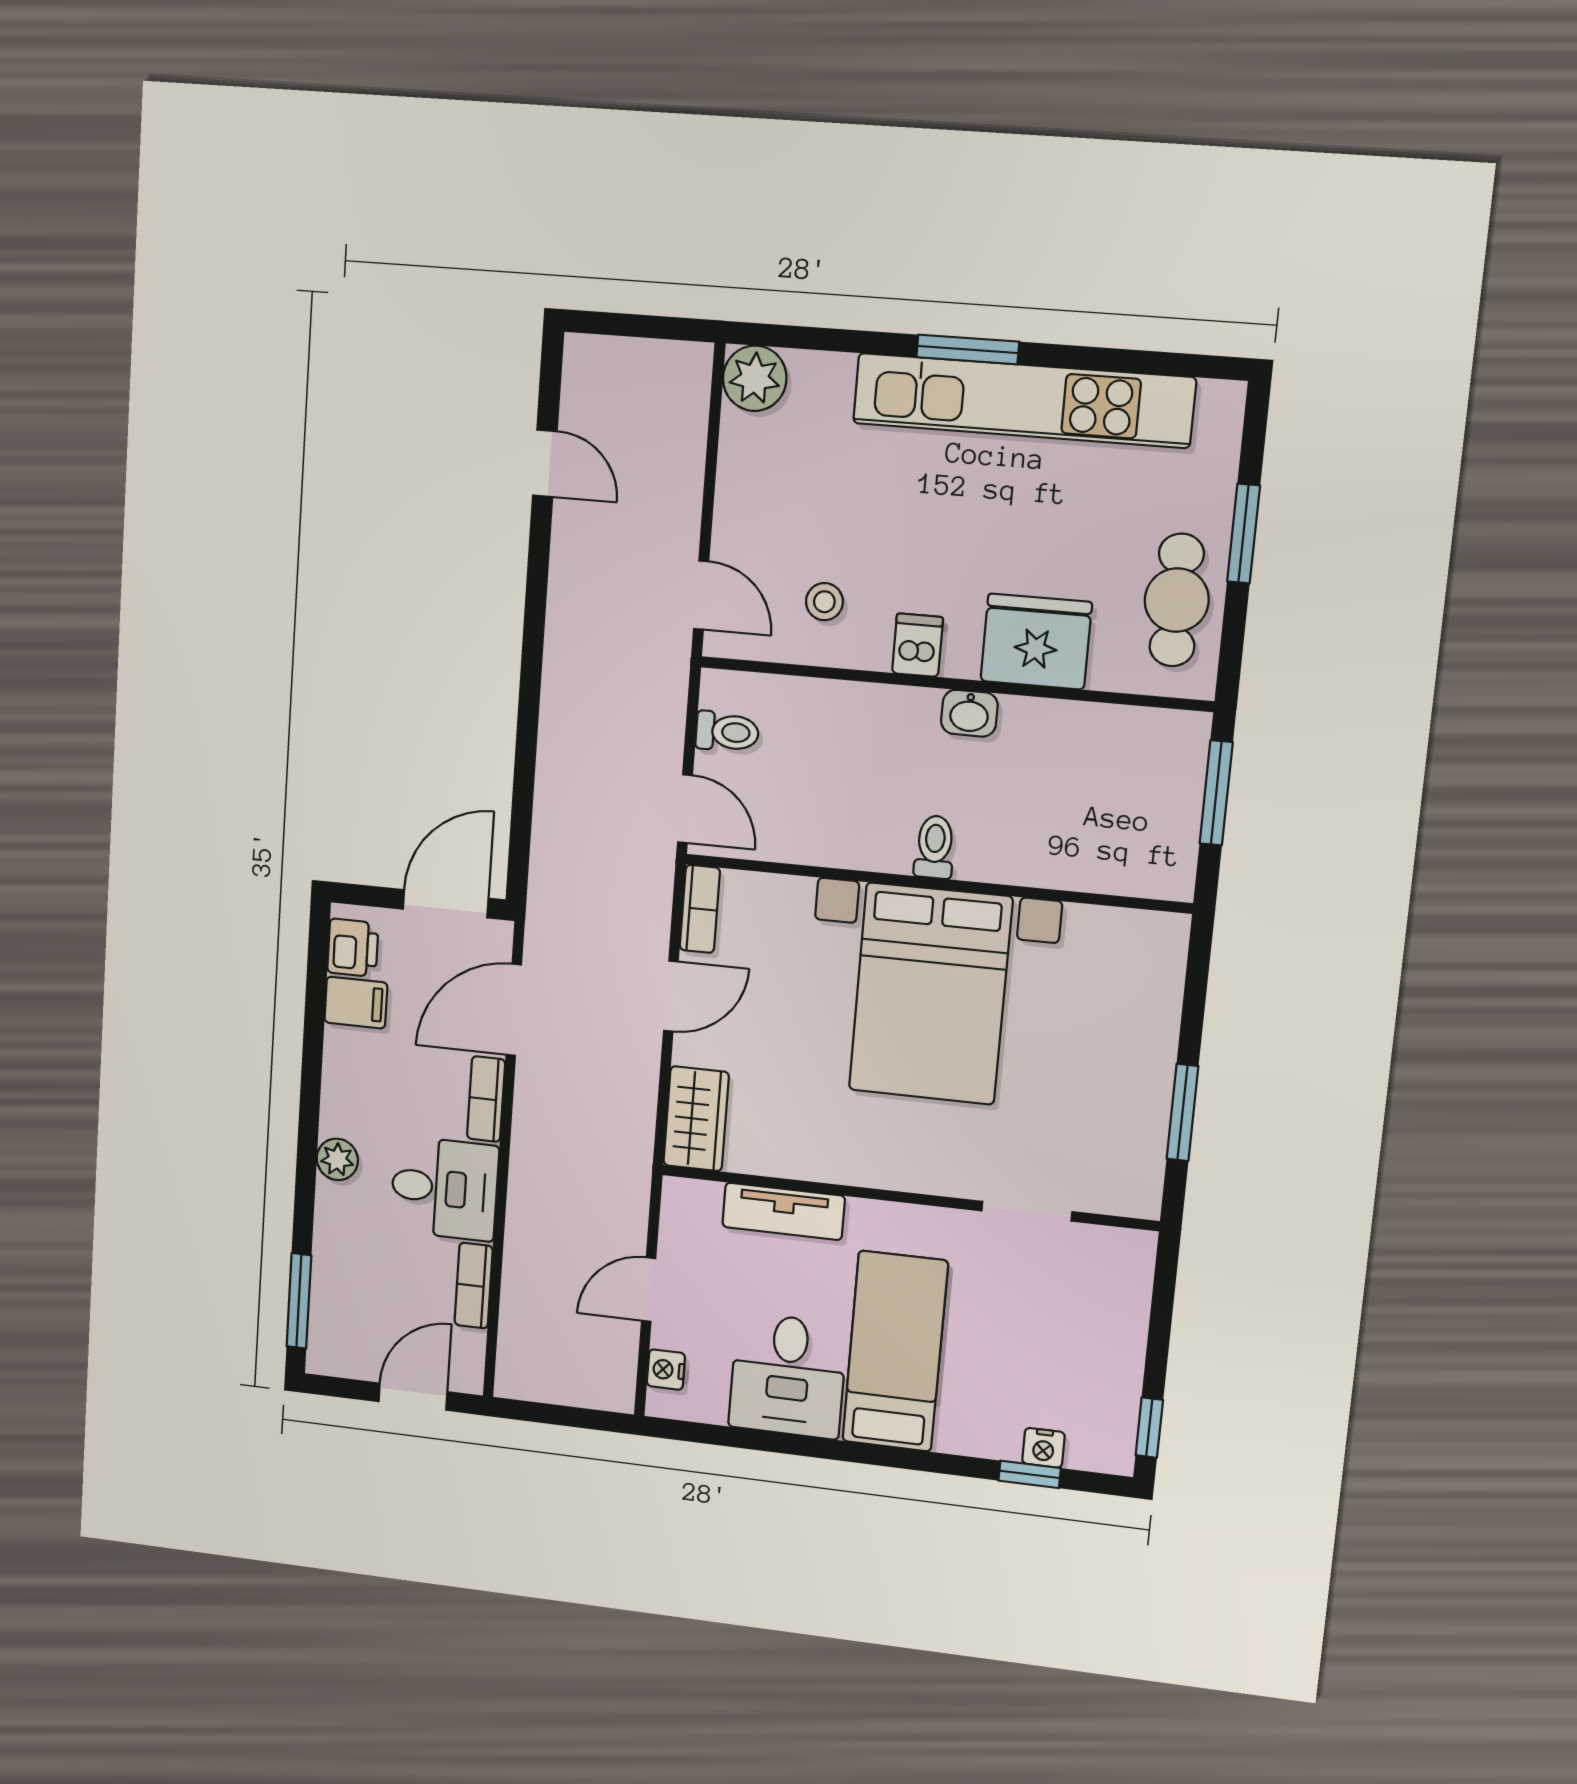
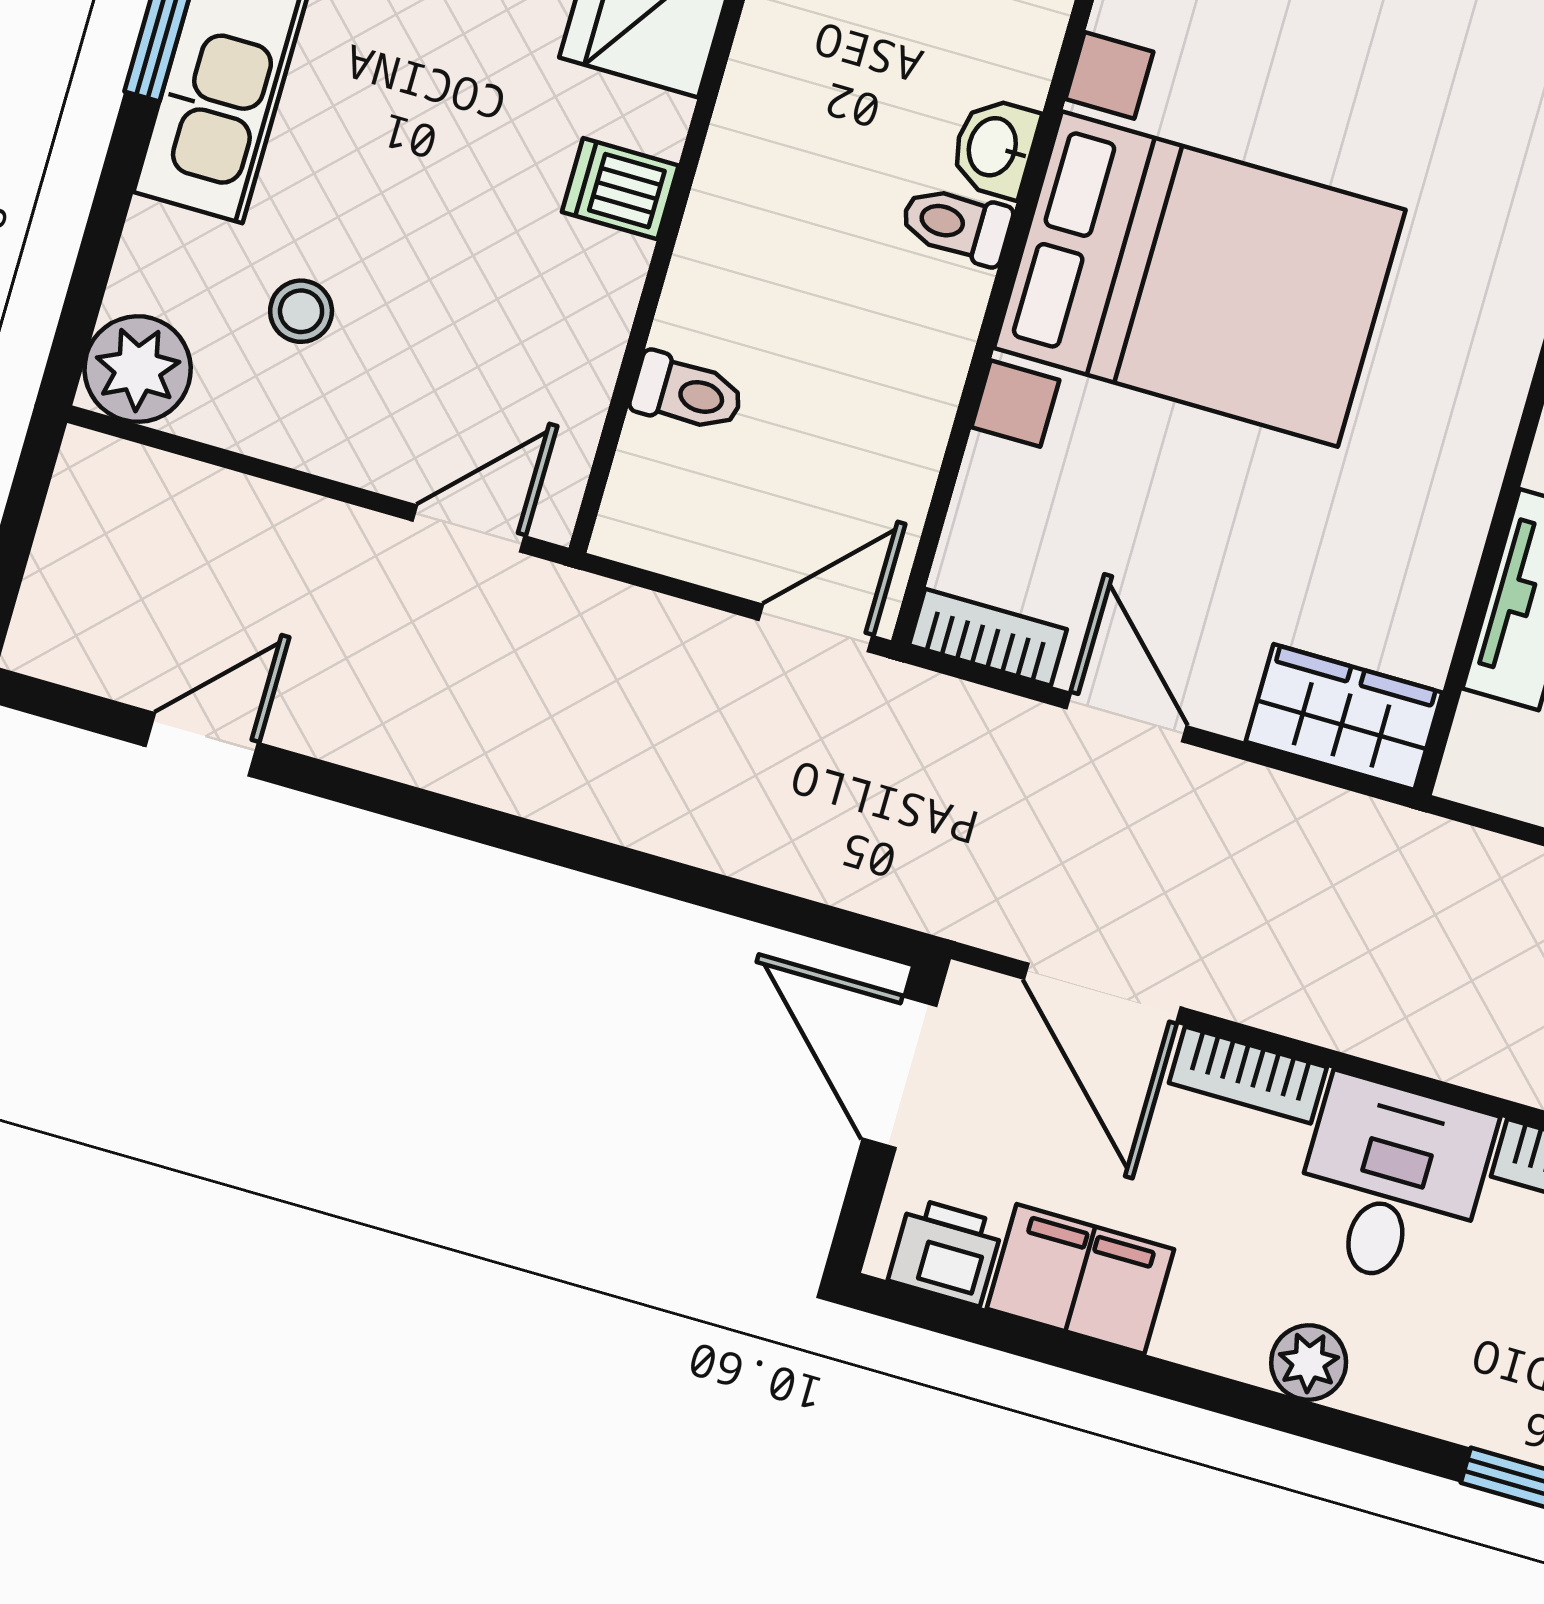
stool: (824, 602) -> (301, 311), moved
washbasin: (969, 713) -> (994, 147), moved, turned 180
toilet: (727, 732) -> (687, 393), moved, turned 90
filing cabinet: (356, 1003) -> (1080, 1279), width x2.00

